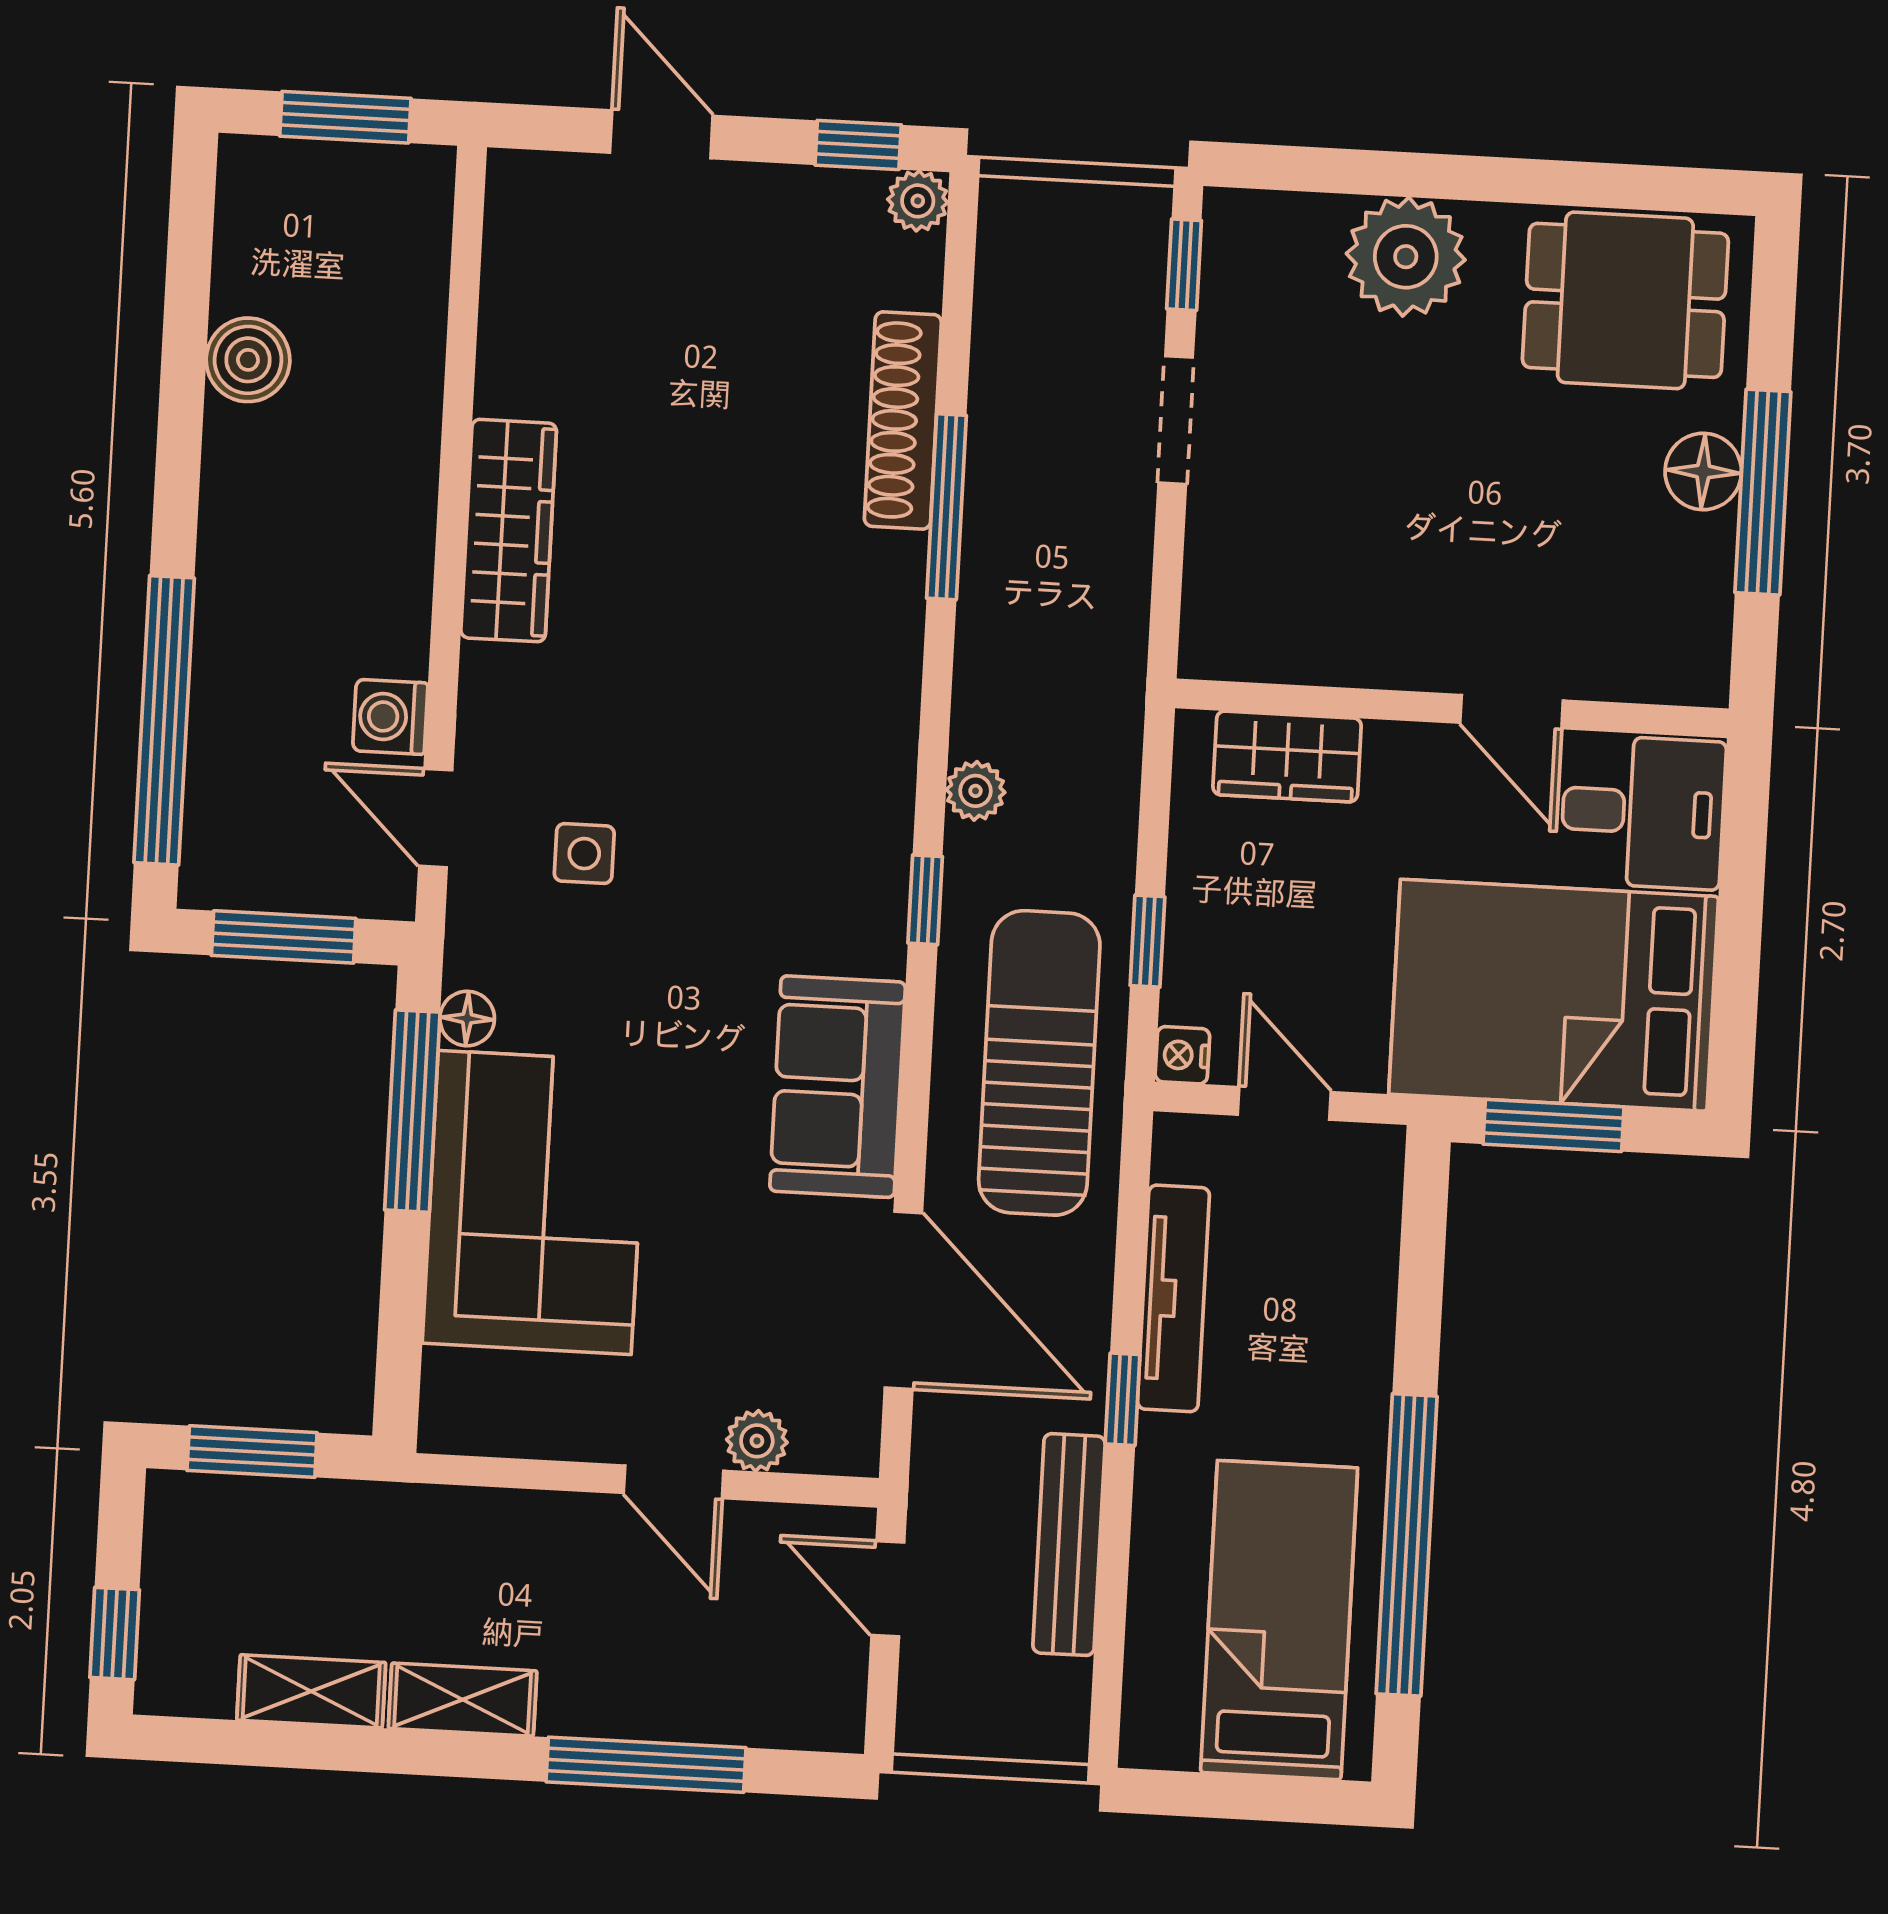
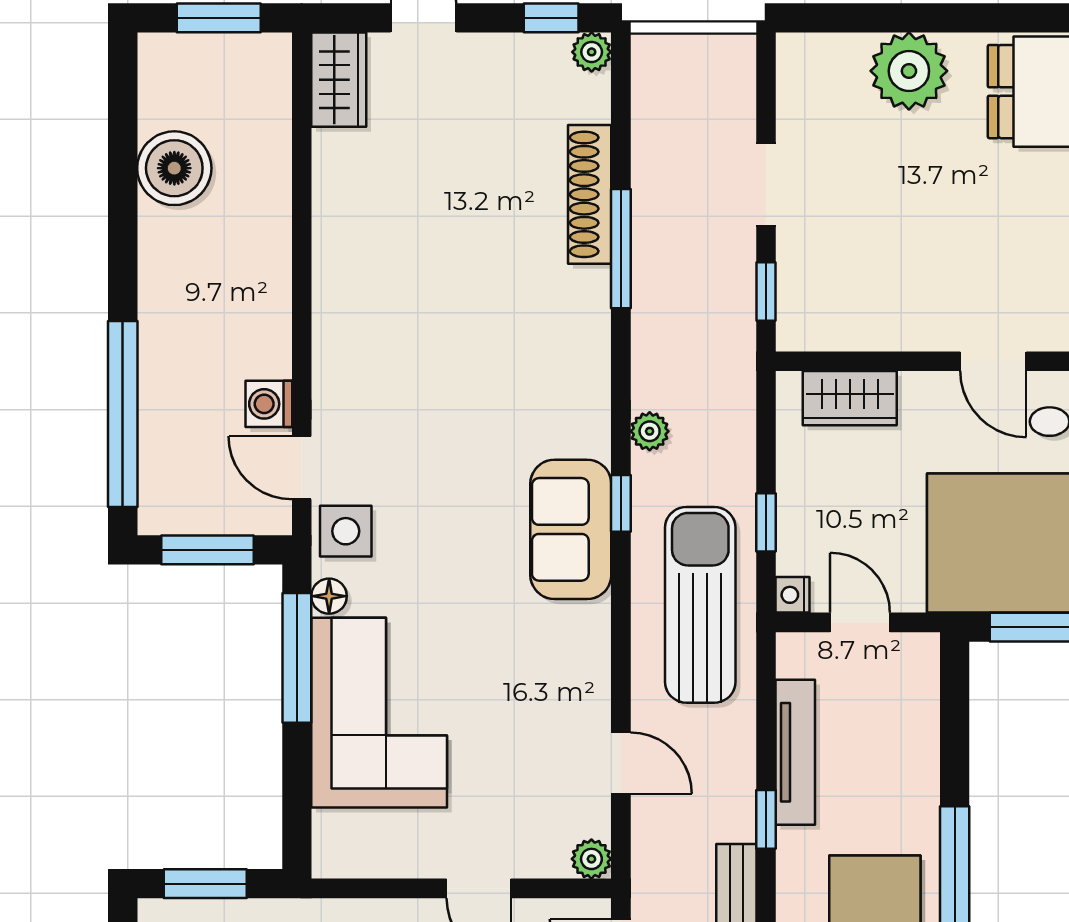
window: (1184, 265) -> (766, 291), moved
boiler: (248, 360) -> (174, 168), width x1.37, depth x1.37
wardrobe: (509, 531) -> (339, 80), moved, width x0.67
side table: (584, 854) -> (346, 531), moved, width x1.37, depth x1.37
sofa: (838, 1087) -> (571, 529), moved
door: (903, 1300) -> (621, 763), width x0.53
plant: (757, 1441) -> (591, 859), moved

